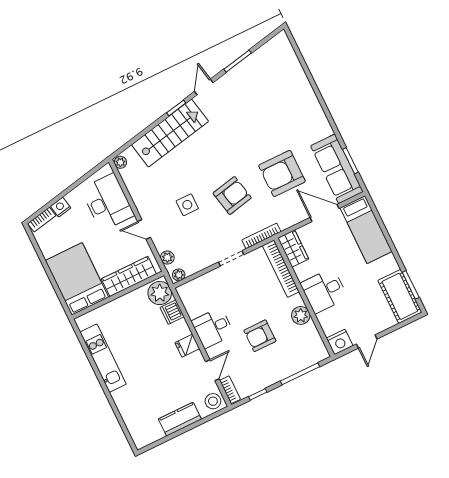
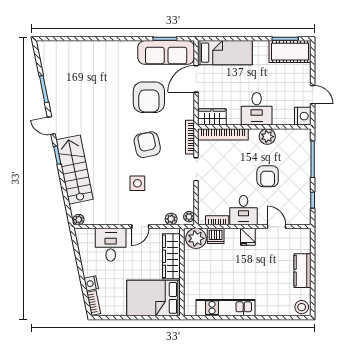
desk: (107, 202) -> (111, 245), width x0.73
bookcase: (230, 390) -> (217, 220), moved
stool: (213, 401) -> (302, 307), moved

